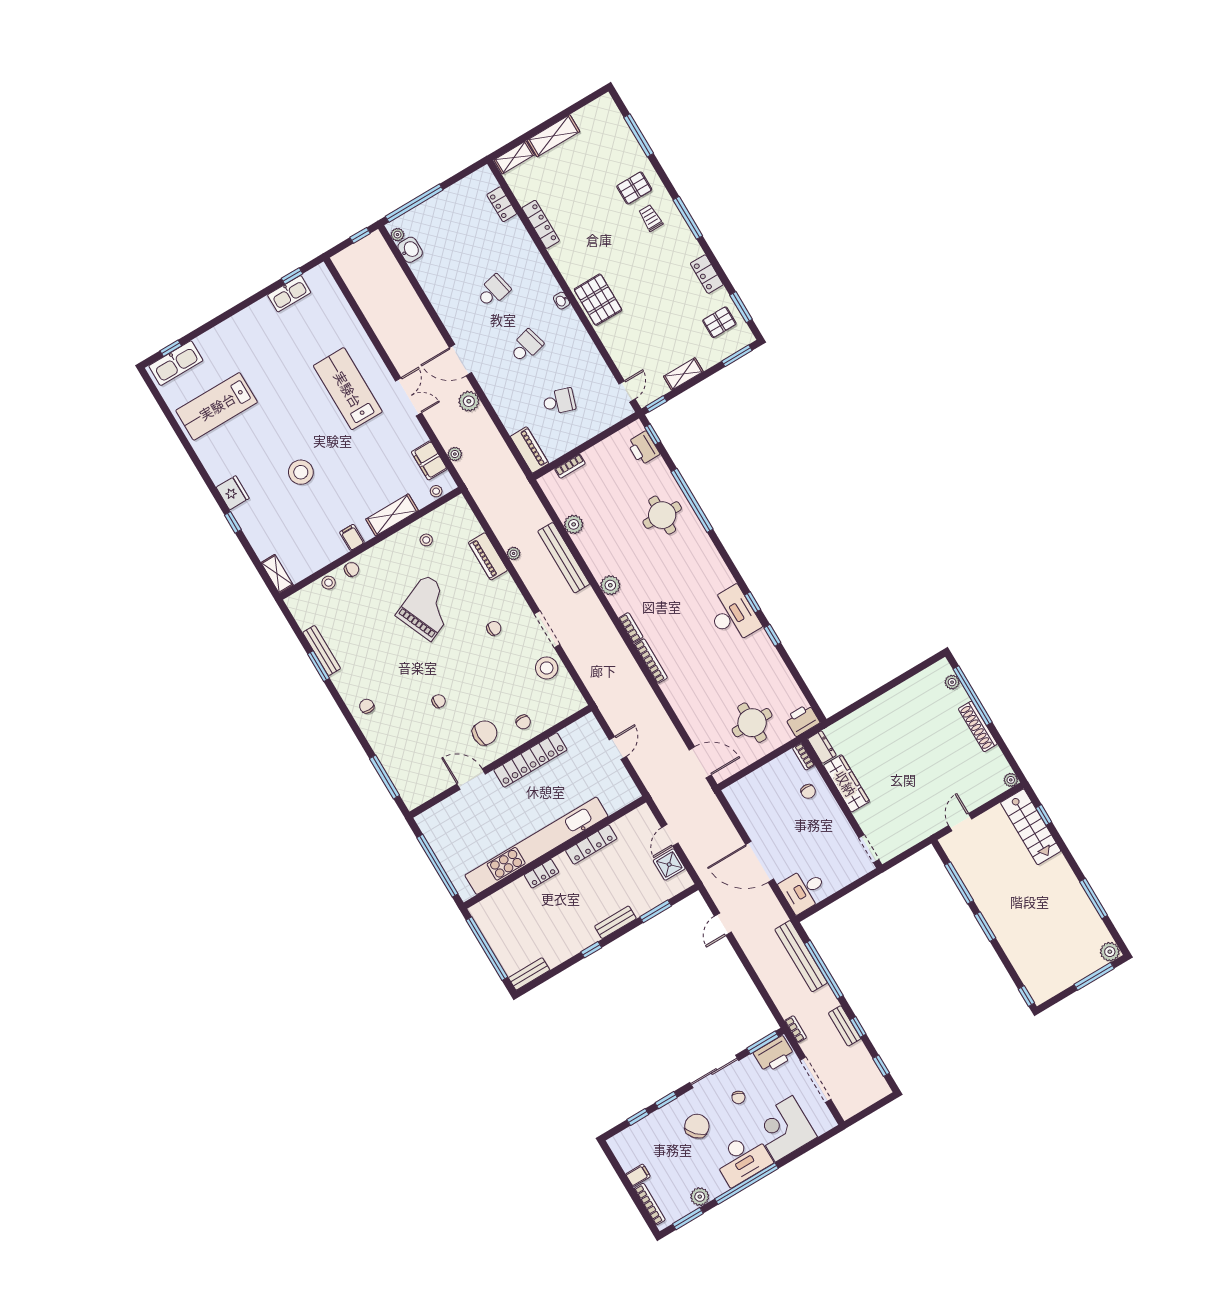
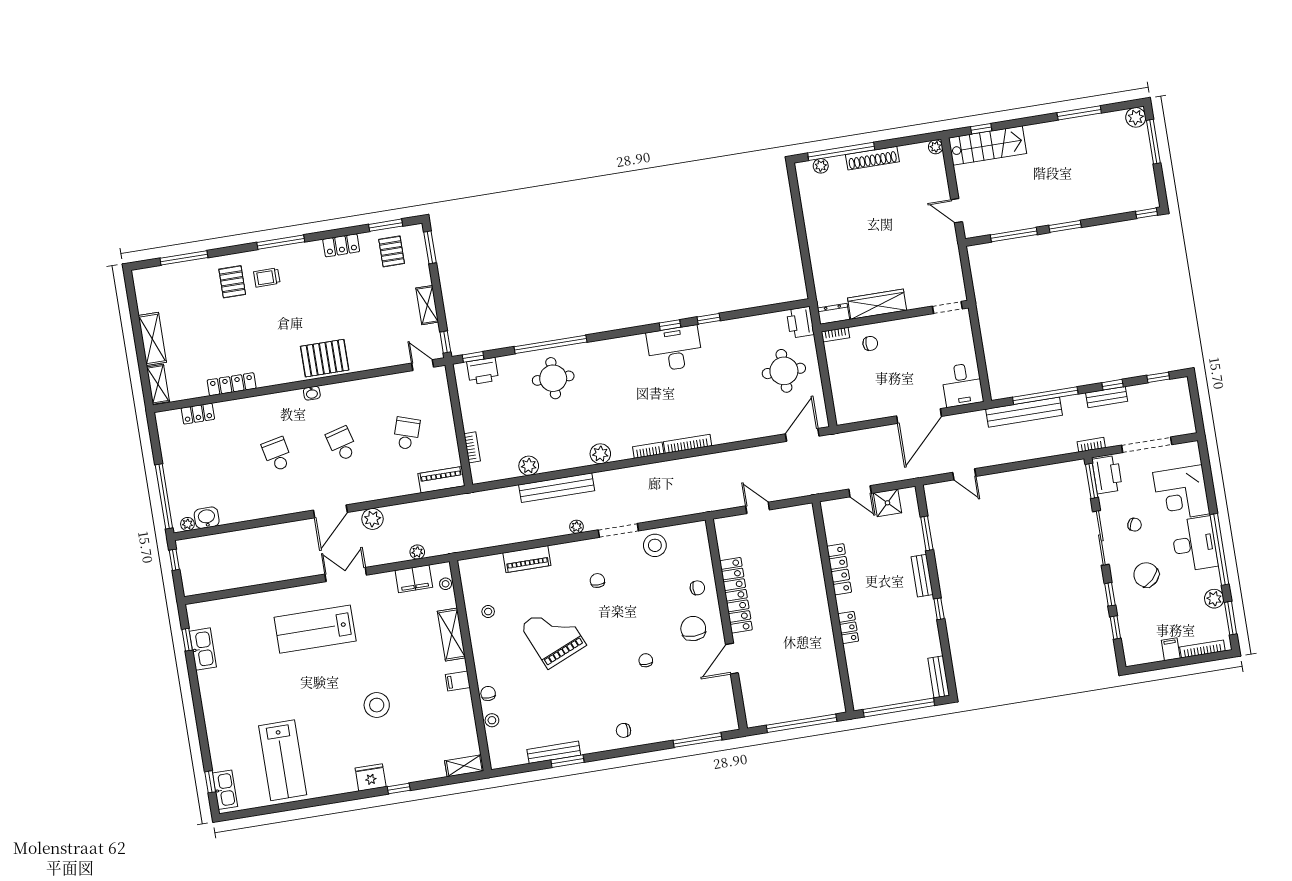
kitchen sink: (176, 363) -> (225, 790), width x0.73, depth x0.81
plant: (514, 553) -> (576, 527), moved
kitchen unit: (536, 846) -> (820, 622), removed

